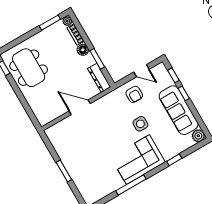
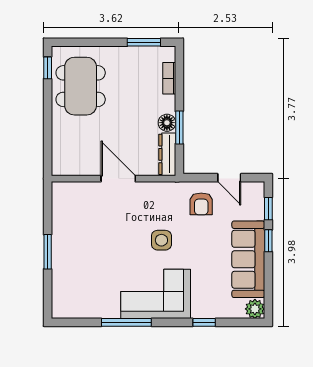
plant: (67, 21) -> (168, 54), removed
floor lamp: (83, 50) -> (167, 123), moved
side table: (140, 124) -> (161, 240), moved

